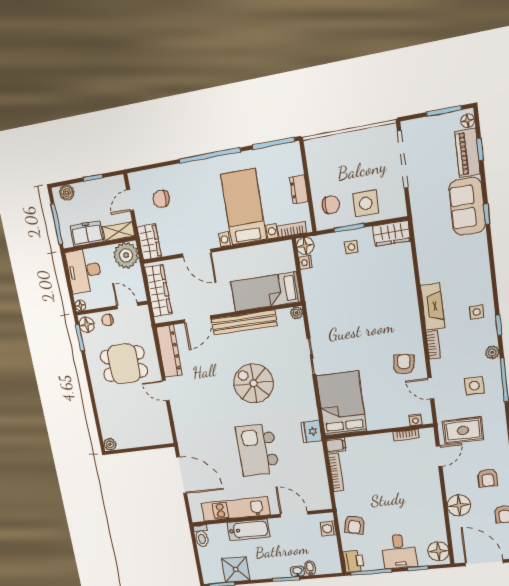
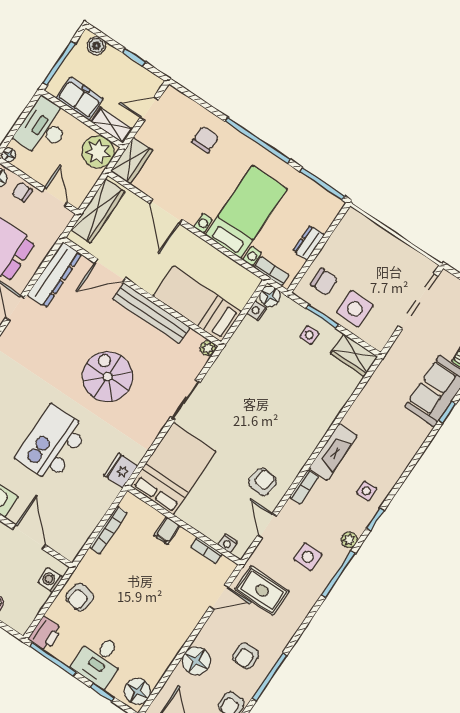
chair: (161, 199) -> (205, 139), moved, turned 90
filing cabinet: (336, 445) -> (167, 531), moved, turned 90

